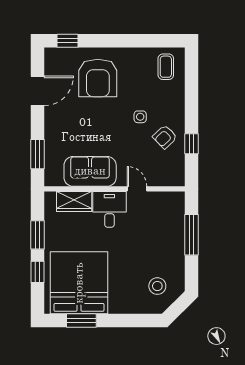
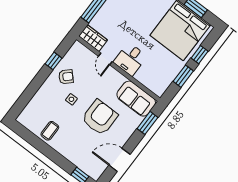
coffee table: (166, 67) -> (50, 131), moved
armchair: (98, 78) -> (100, 117), moved
sofa: (90, 171) -> (136, 99), moved
wardrobe: (74, 202) -> (93, 38), moved

